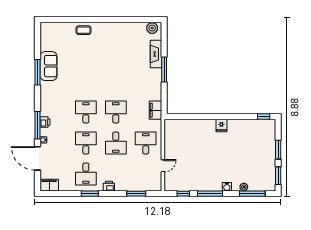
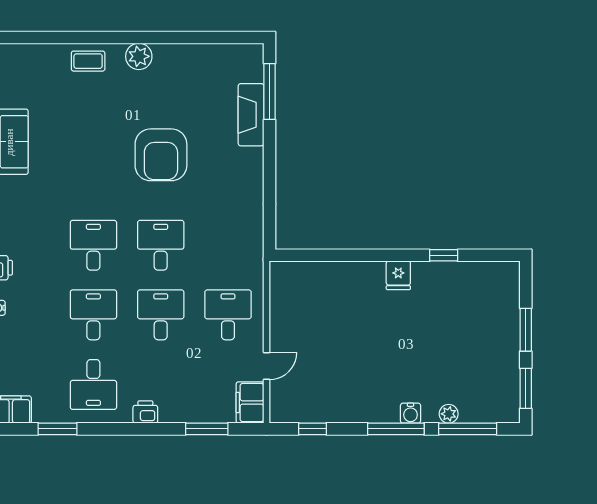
plant: (152, 28) -> (139, 56), moved
window: (164, 69) -> (269, 92), moved
armchair: (116, 72) -> (161, 155), added
filing cabinet: (155, 110) -> (250, 402), moved
window: (264, 116) -> (444, 255), moved
desk: (116, 143) -> (161, 315), turned 180
window: (90, 194) -> (57, 429), moved
window: (210, 194) -> (396, 429), moved

